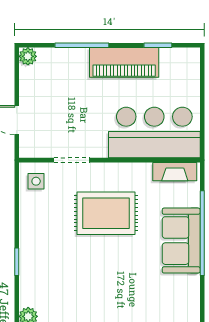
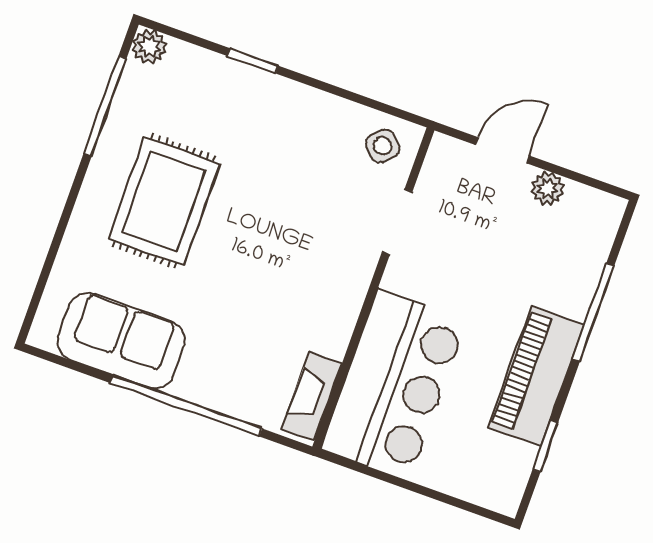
plant: (28, 56) -> (548, 188), moved
side table: (36, 181) -> (383, 146), turned 45
rug: (106, 213) -> (164, 201), moved
sofa: (181, 241) -> (121, 341), moved

